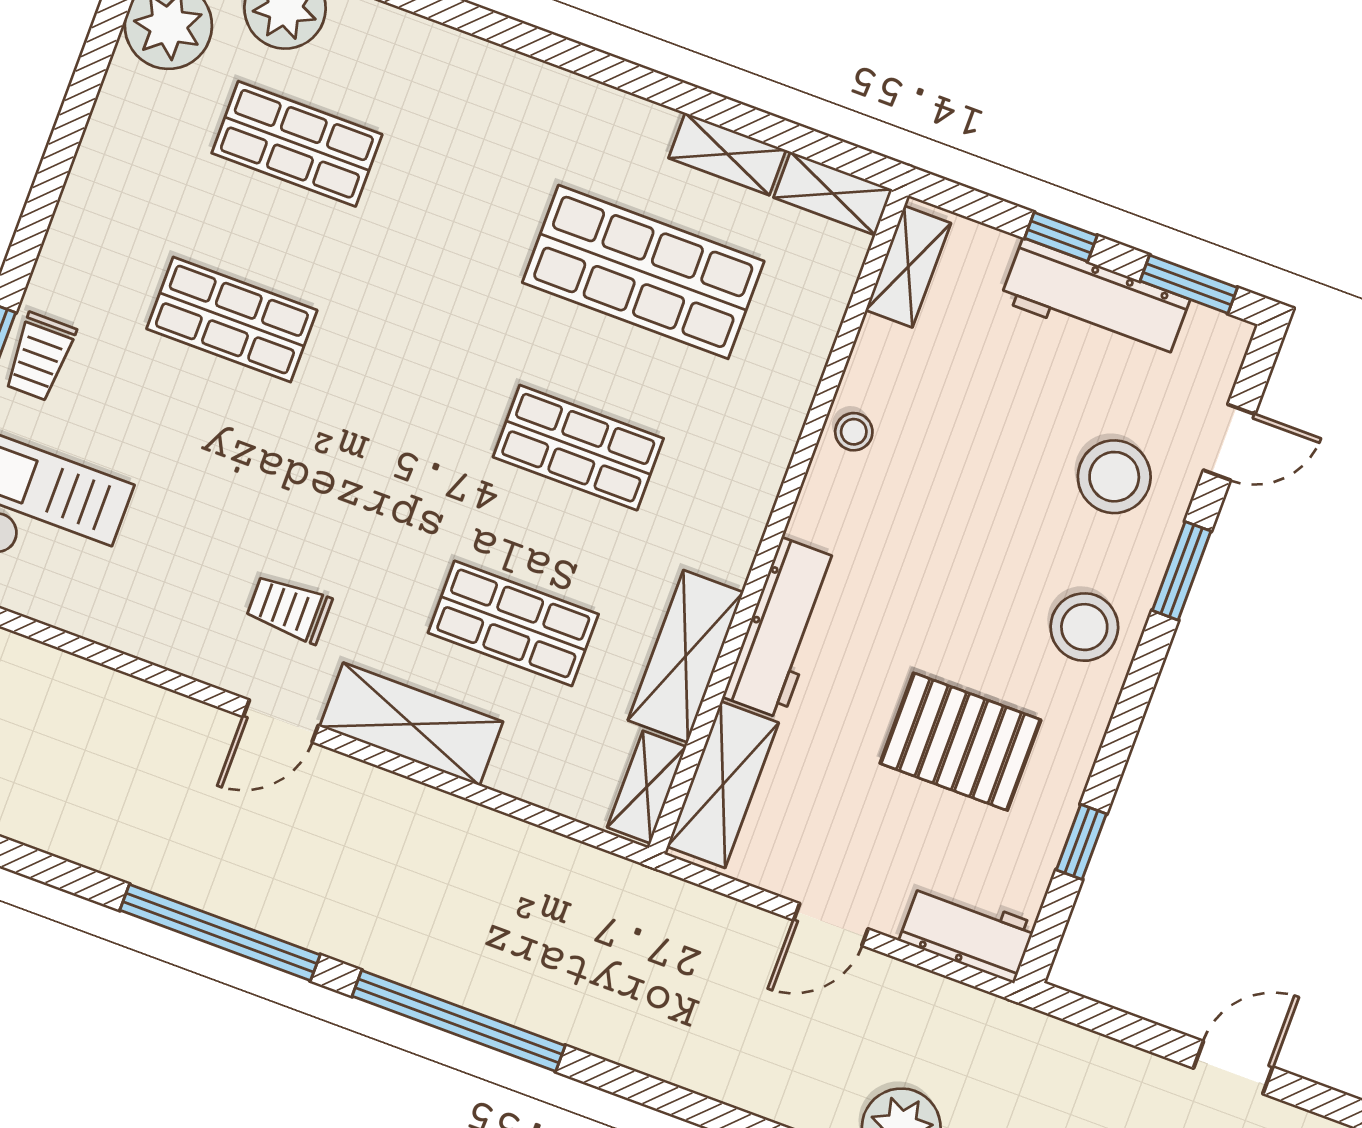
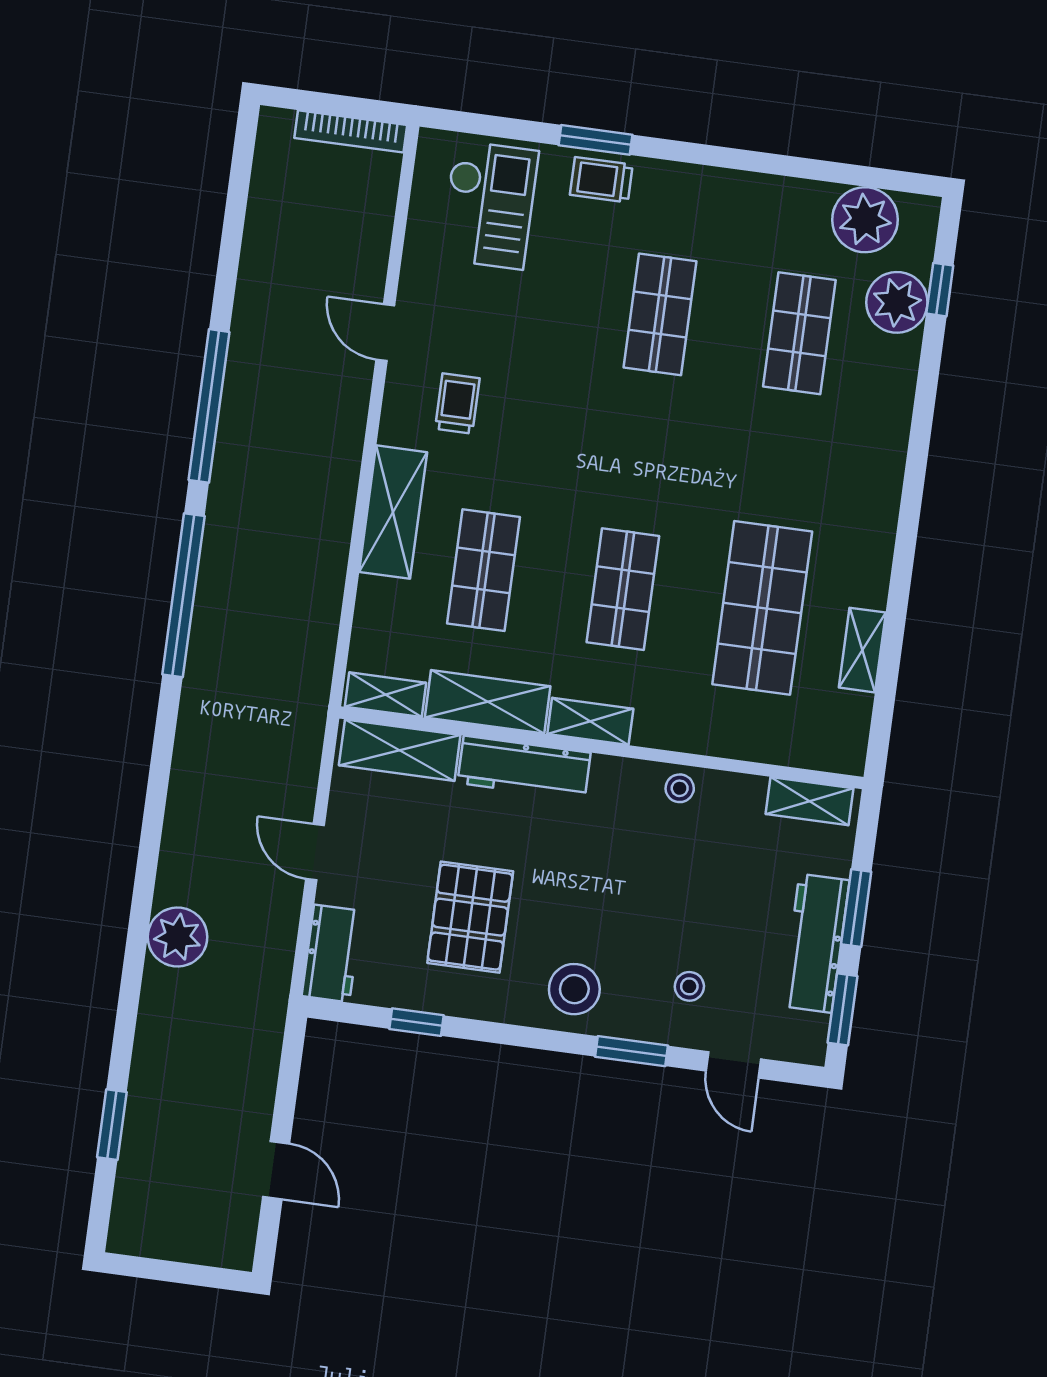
shelving: (833, 193) -> (590, 721), moved, turned 90
window: (1061, 237) -> (856, 908), width x1.50
stool: (1114, 477) -> (689, 986), width x0.53, depth x0.53
door: (281, 721) -> (385, 333), moved

